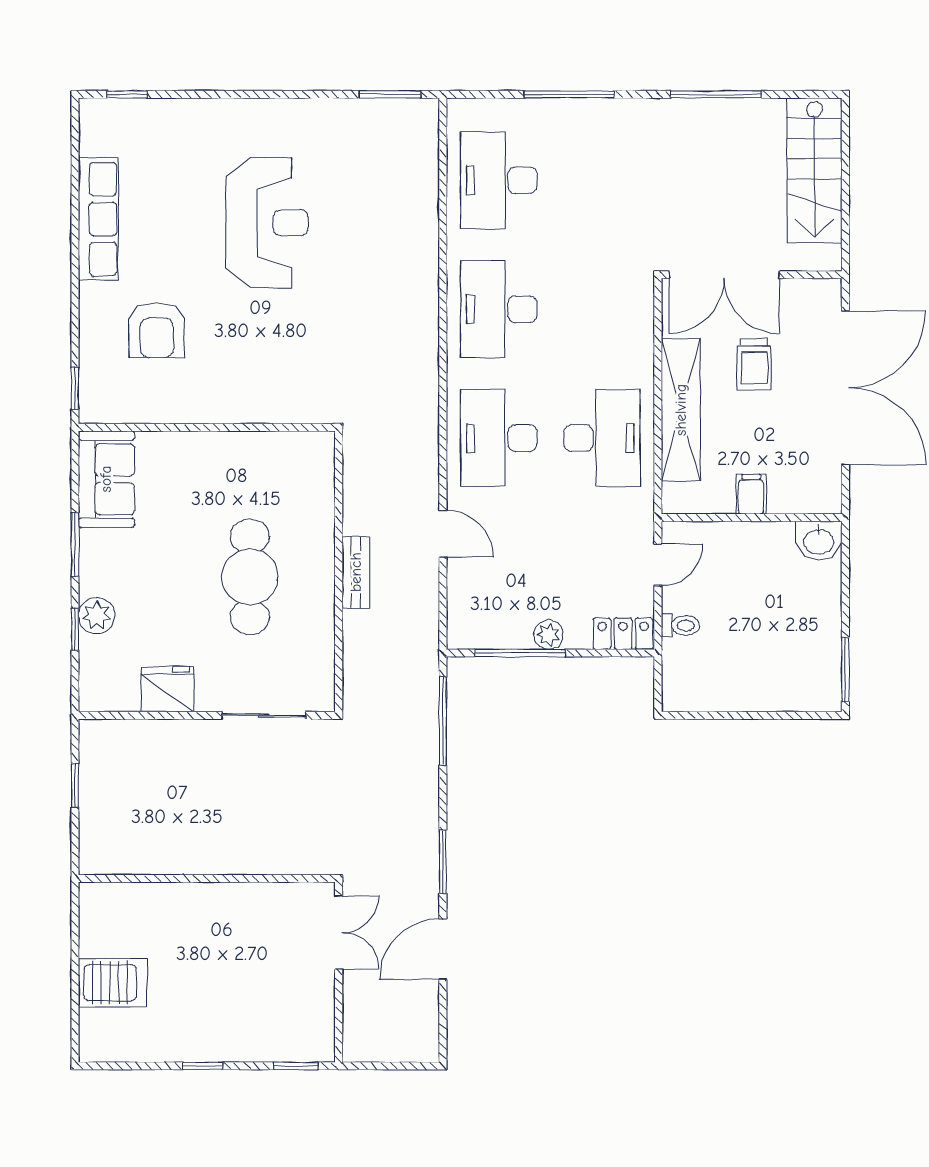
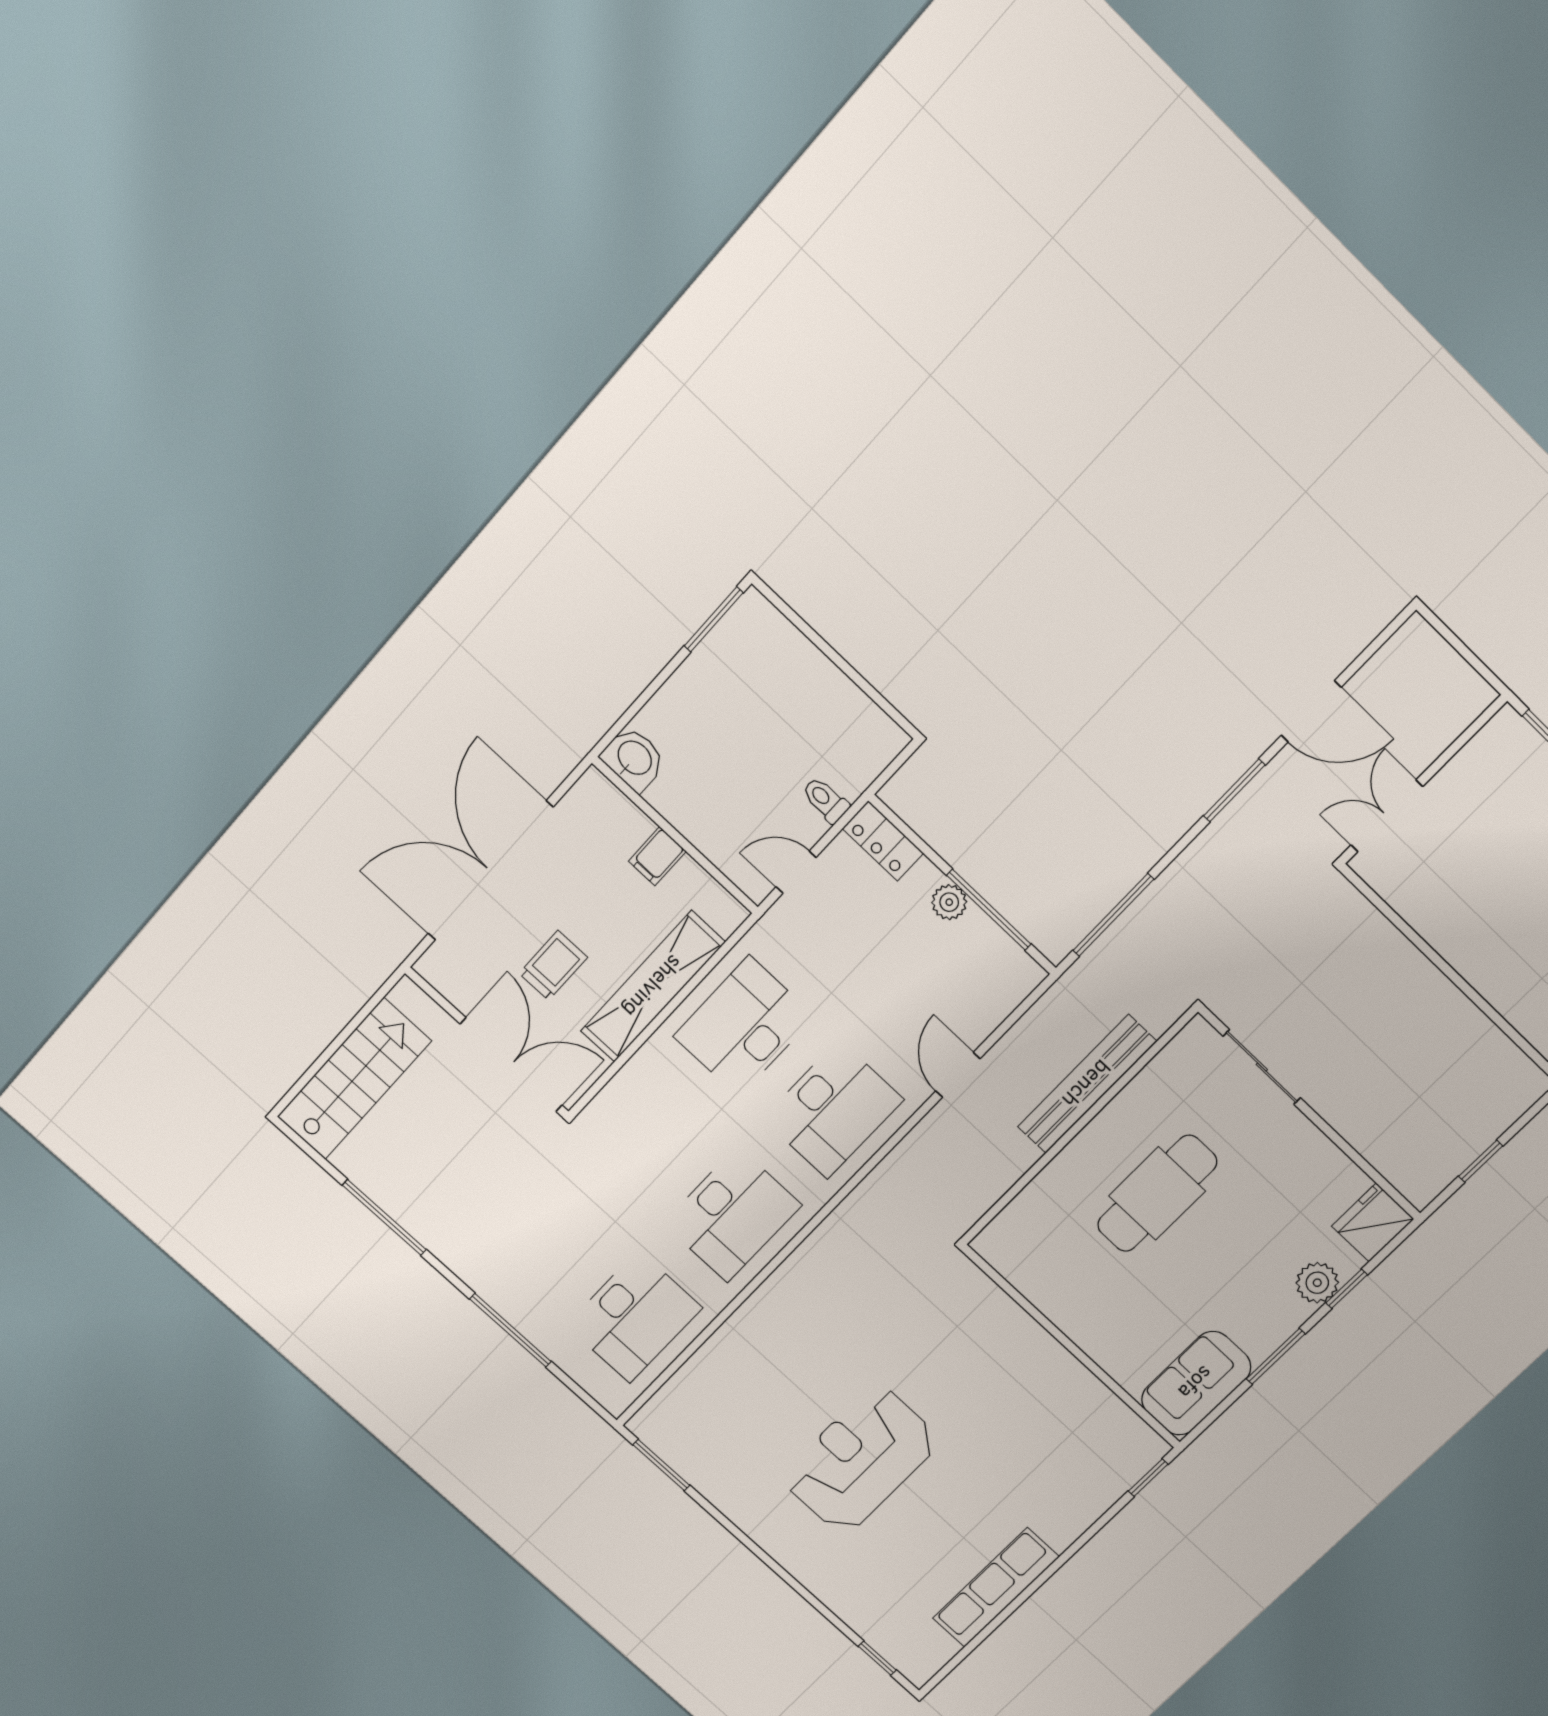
armchair: (157, 330) -> (1035, 1461), removed
bench: (356, 572) -> (1087, 1084), width x1.86, depth x1.21
fridge: (167, 689) -> (1373, 1222), moved, turned 90

